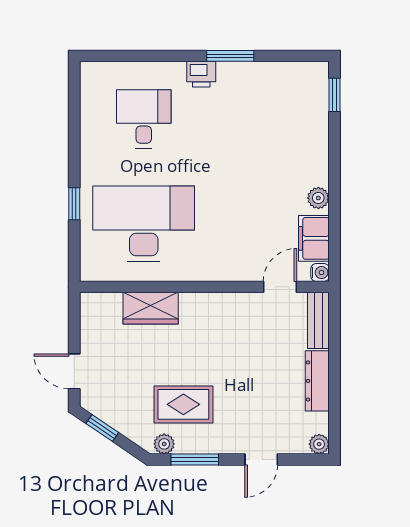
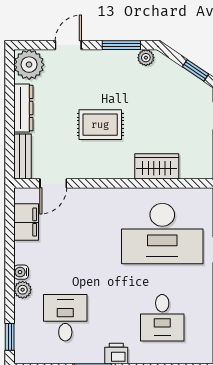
desk: (265, 119) -> (65, 318), added
plant: (318, 198) -> (23, 290), moved
water cooler: (320, 273) -> (21, 272), moved
rug: (183, 404) -> (100, 125), moved
plant: (319, 444) -> (29, 65), width x1.88, depth x1.88

